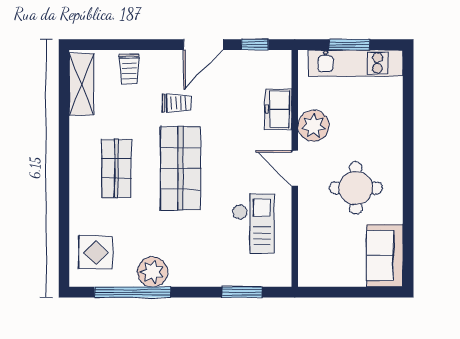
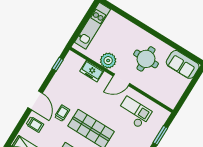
door: (203, 45) -> (35, 100), moved
window: (349, 45) -> (83, 24), removed

